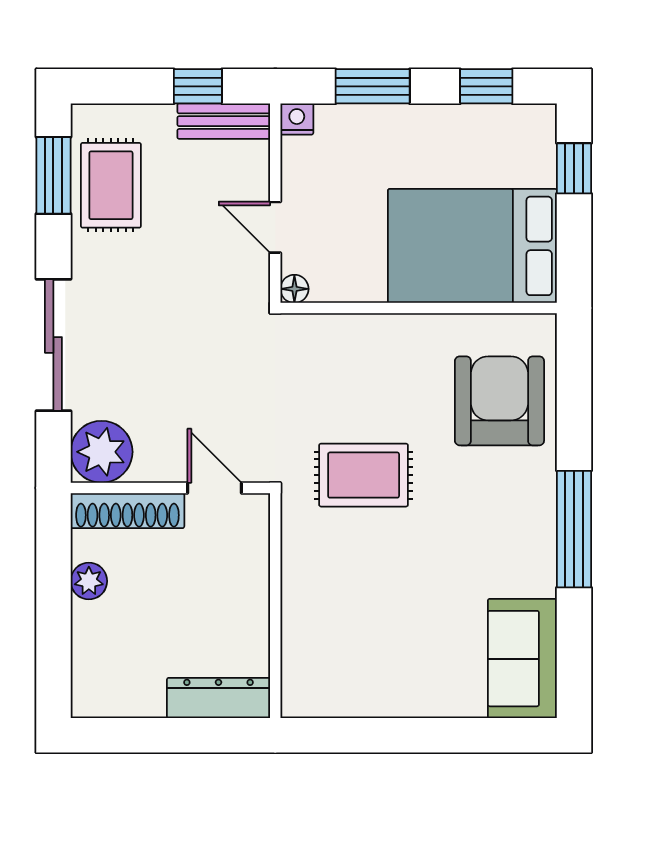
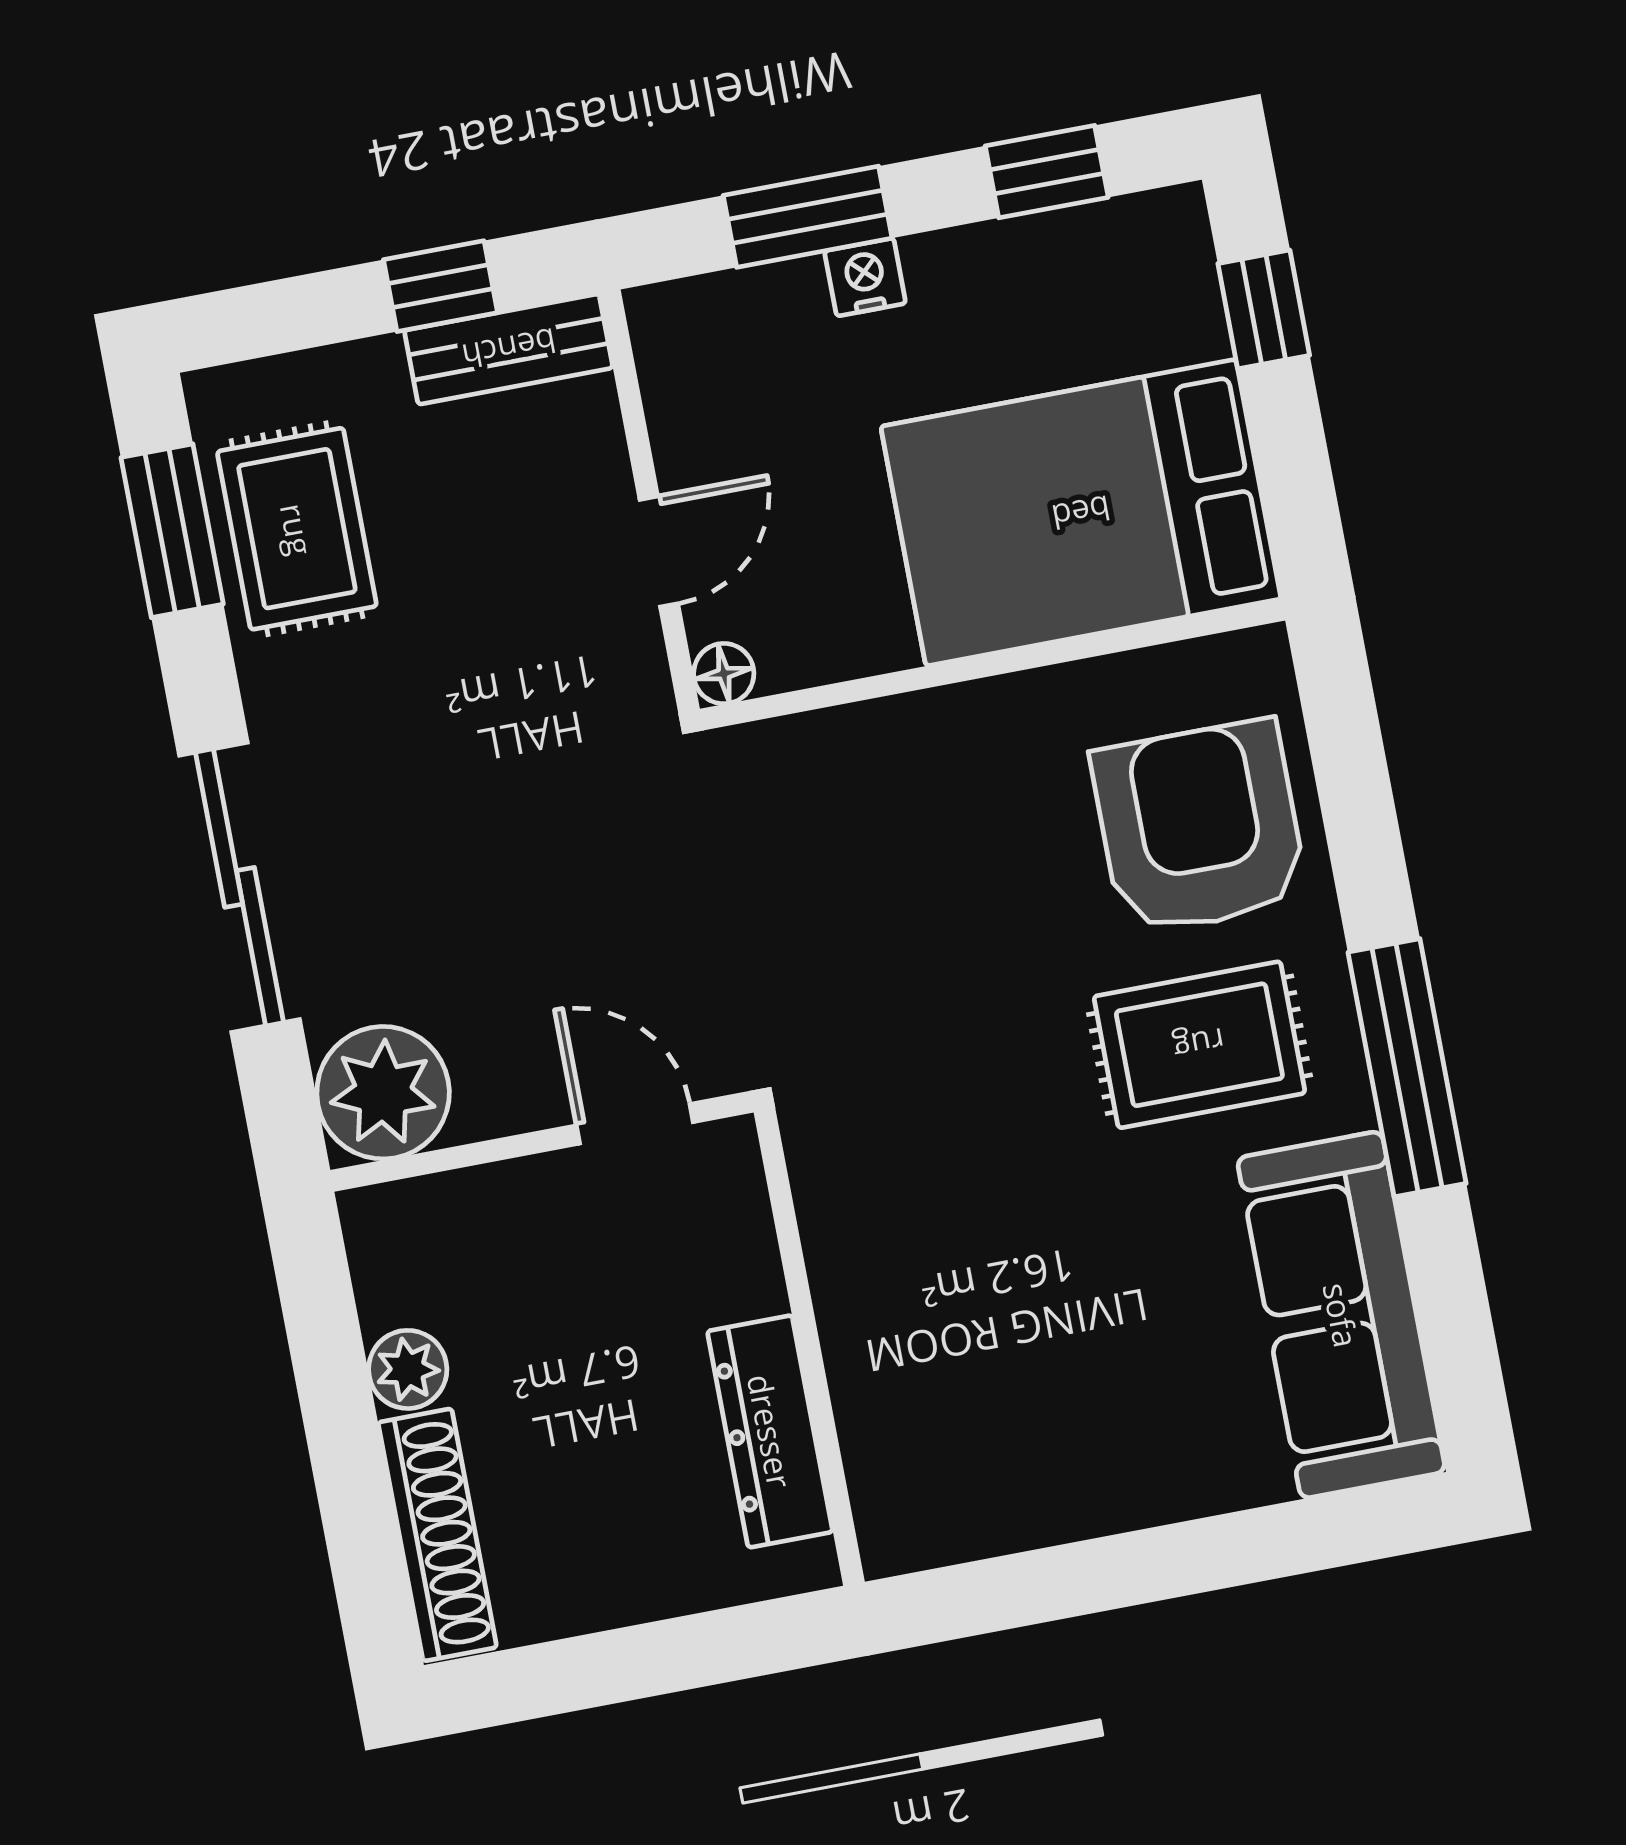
nightstand: (297, 119) -> (865, 277), moved
door: (275, 227) -> (659, 552), swing flipped
rug: (364, 475) -> (1199, 1045), moved
shoe rack: (127, 511) -> (437, 1535), moved, turned -90
sofa: (522, 659) -> (1341, 1315), width x1.36
dresser: (218, 698) -> (770, 1431), moved, turned -90

